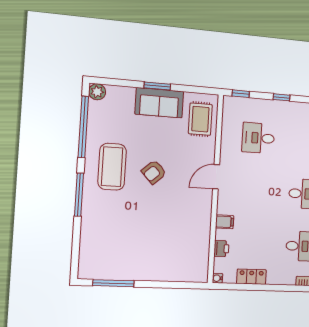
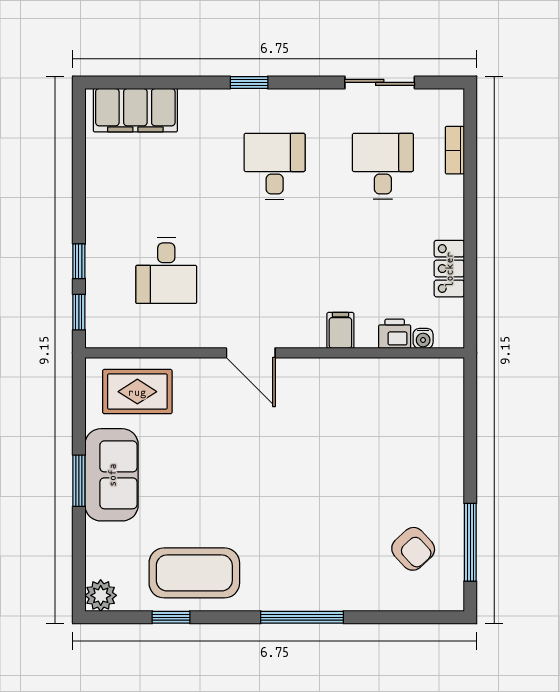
window: (282, 97) -> (79, 261), moved
window: (83, 127) -> (171, 617), width x0.32
coffee table: (112, 167) -> (194, 573), moved
armchair: (154, 172) -> (413, 549), moved
water cooler: (217, 278) -> (423, 338), moved

